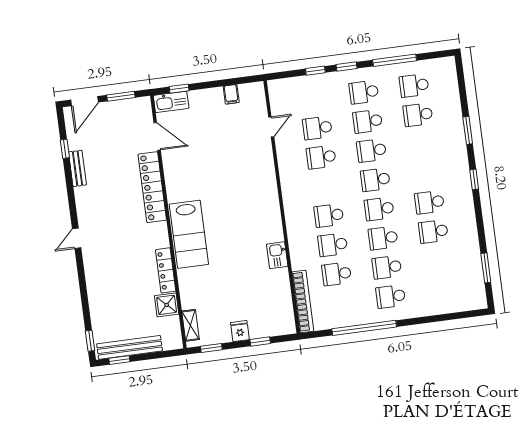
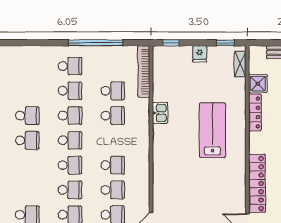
school desk: (329, 216) -> (113, 165), moved
lab bench: (189, 234) -> (212, 130), moved
window: (260, 342) -> (171, 43), moved

